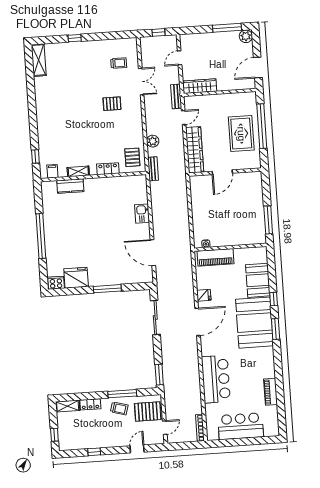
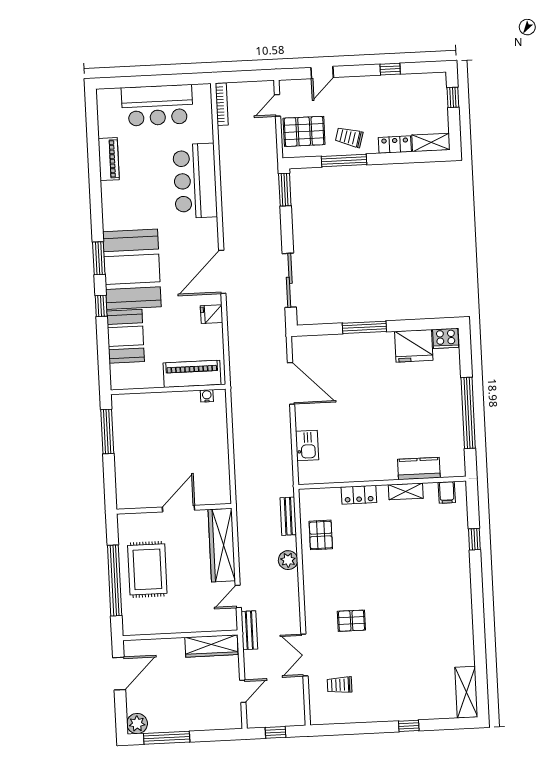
locker: (108, 169) -> (359, 495), moved
filing cabinet: (52, 171) -> (447, 492), moved
shelving: (78, 171) -> (406, 491), moved
wall: (93, 177) -> (382, 483), moved
kitchen counter: (70, 186) -> (419, 469), moved

